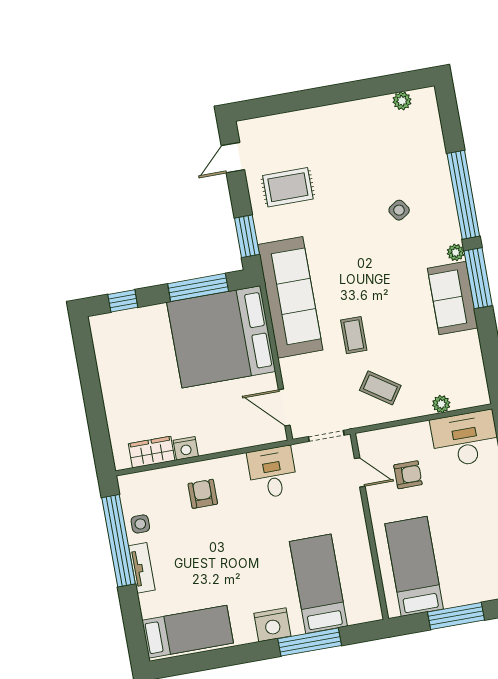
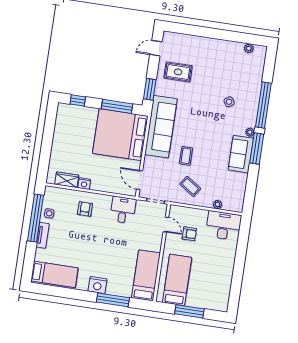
bed: (318, 584) -> (146, 275), moved

